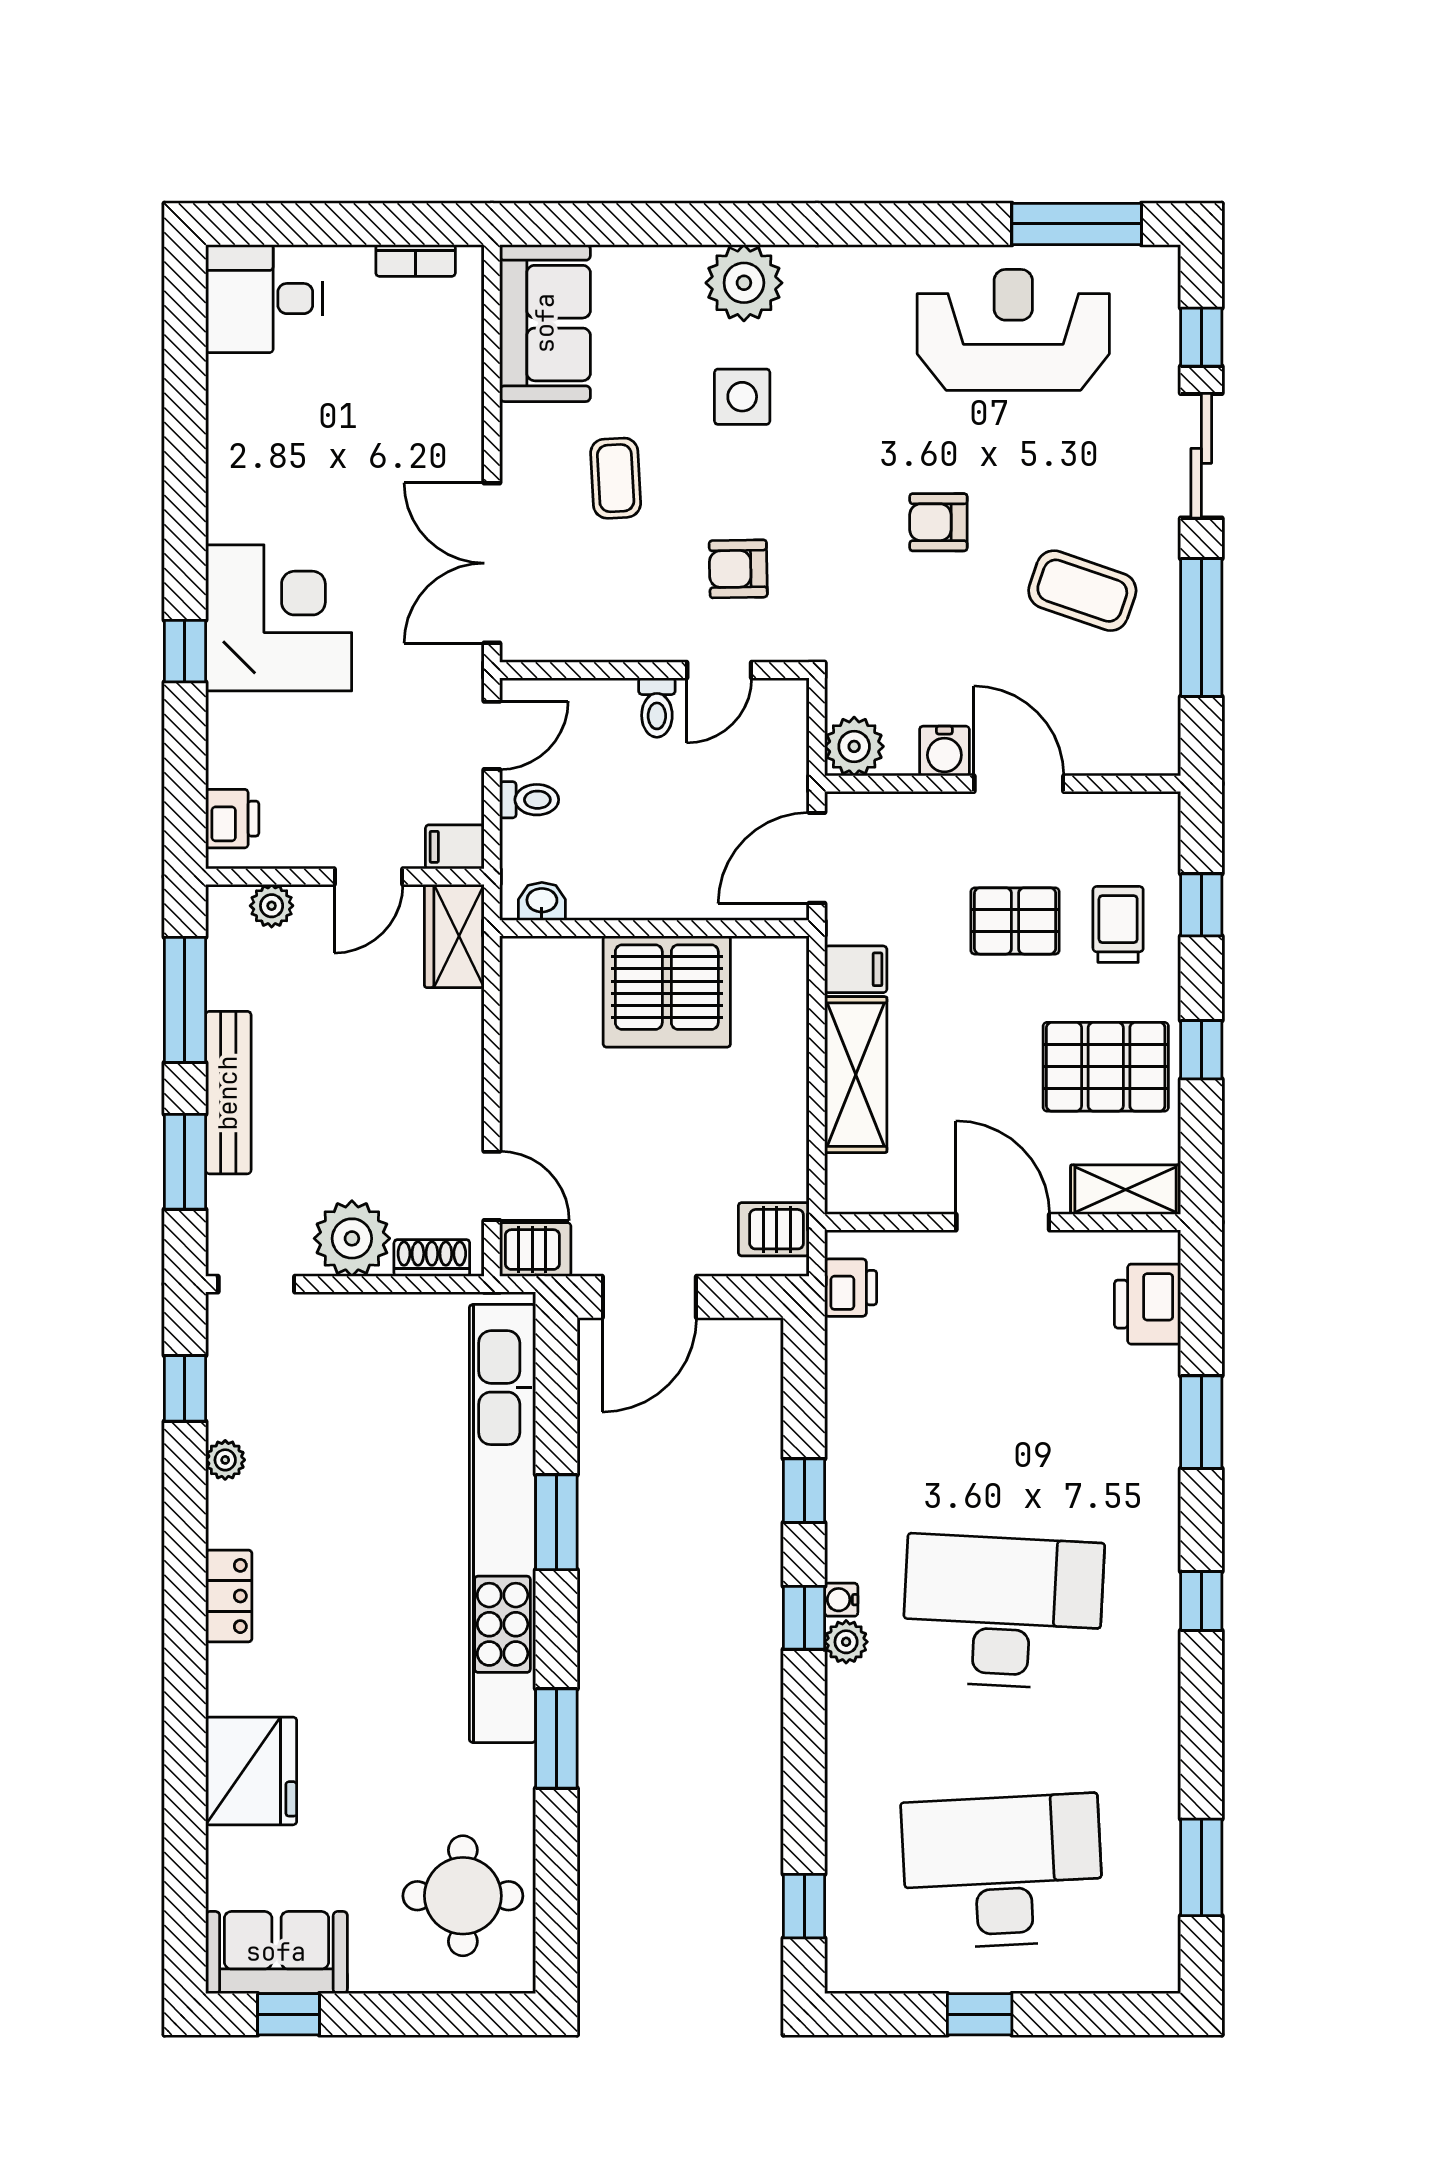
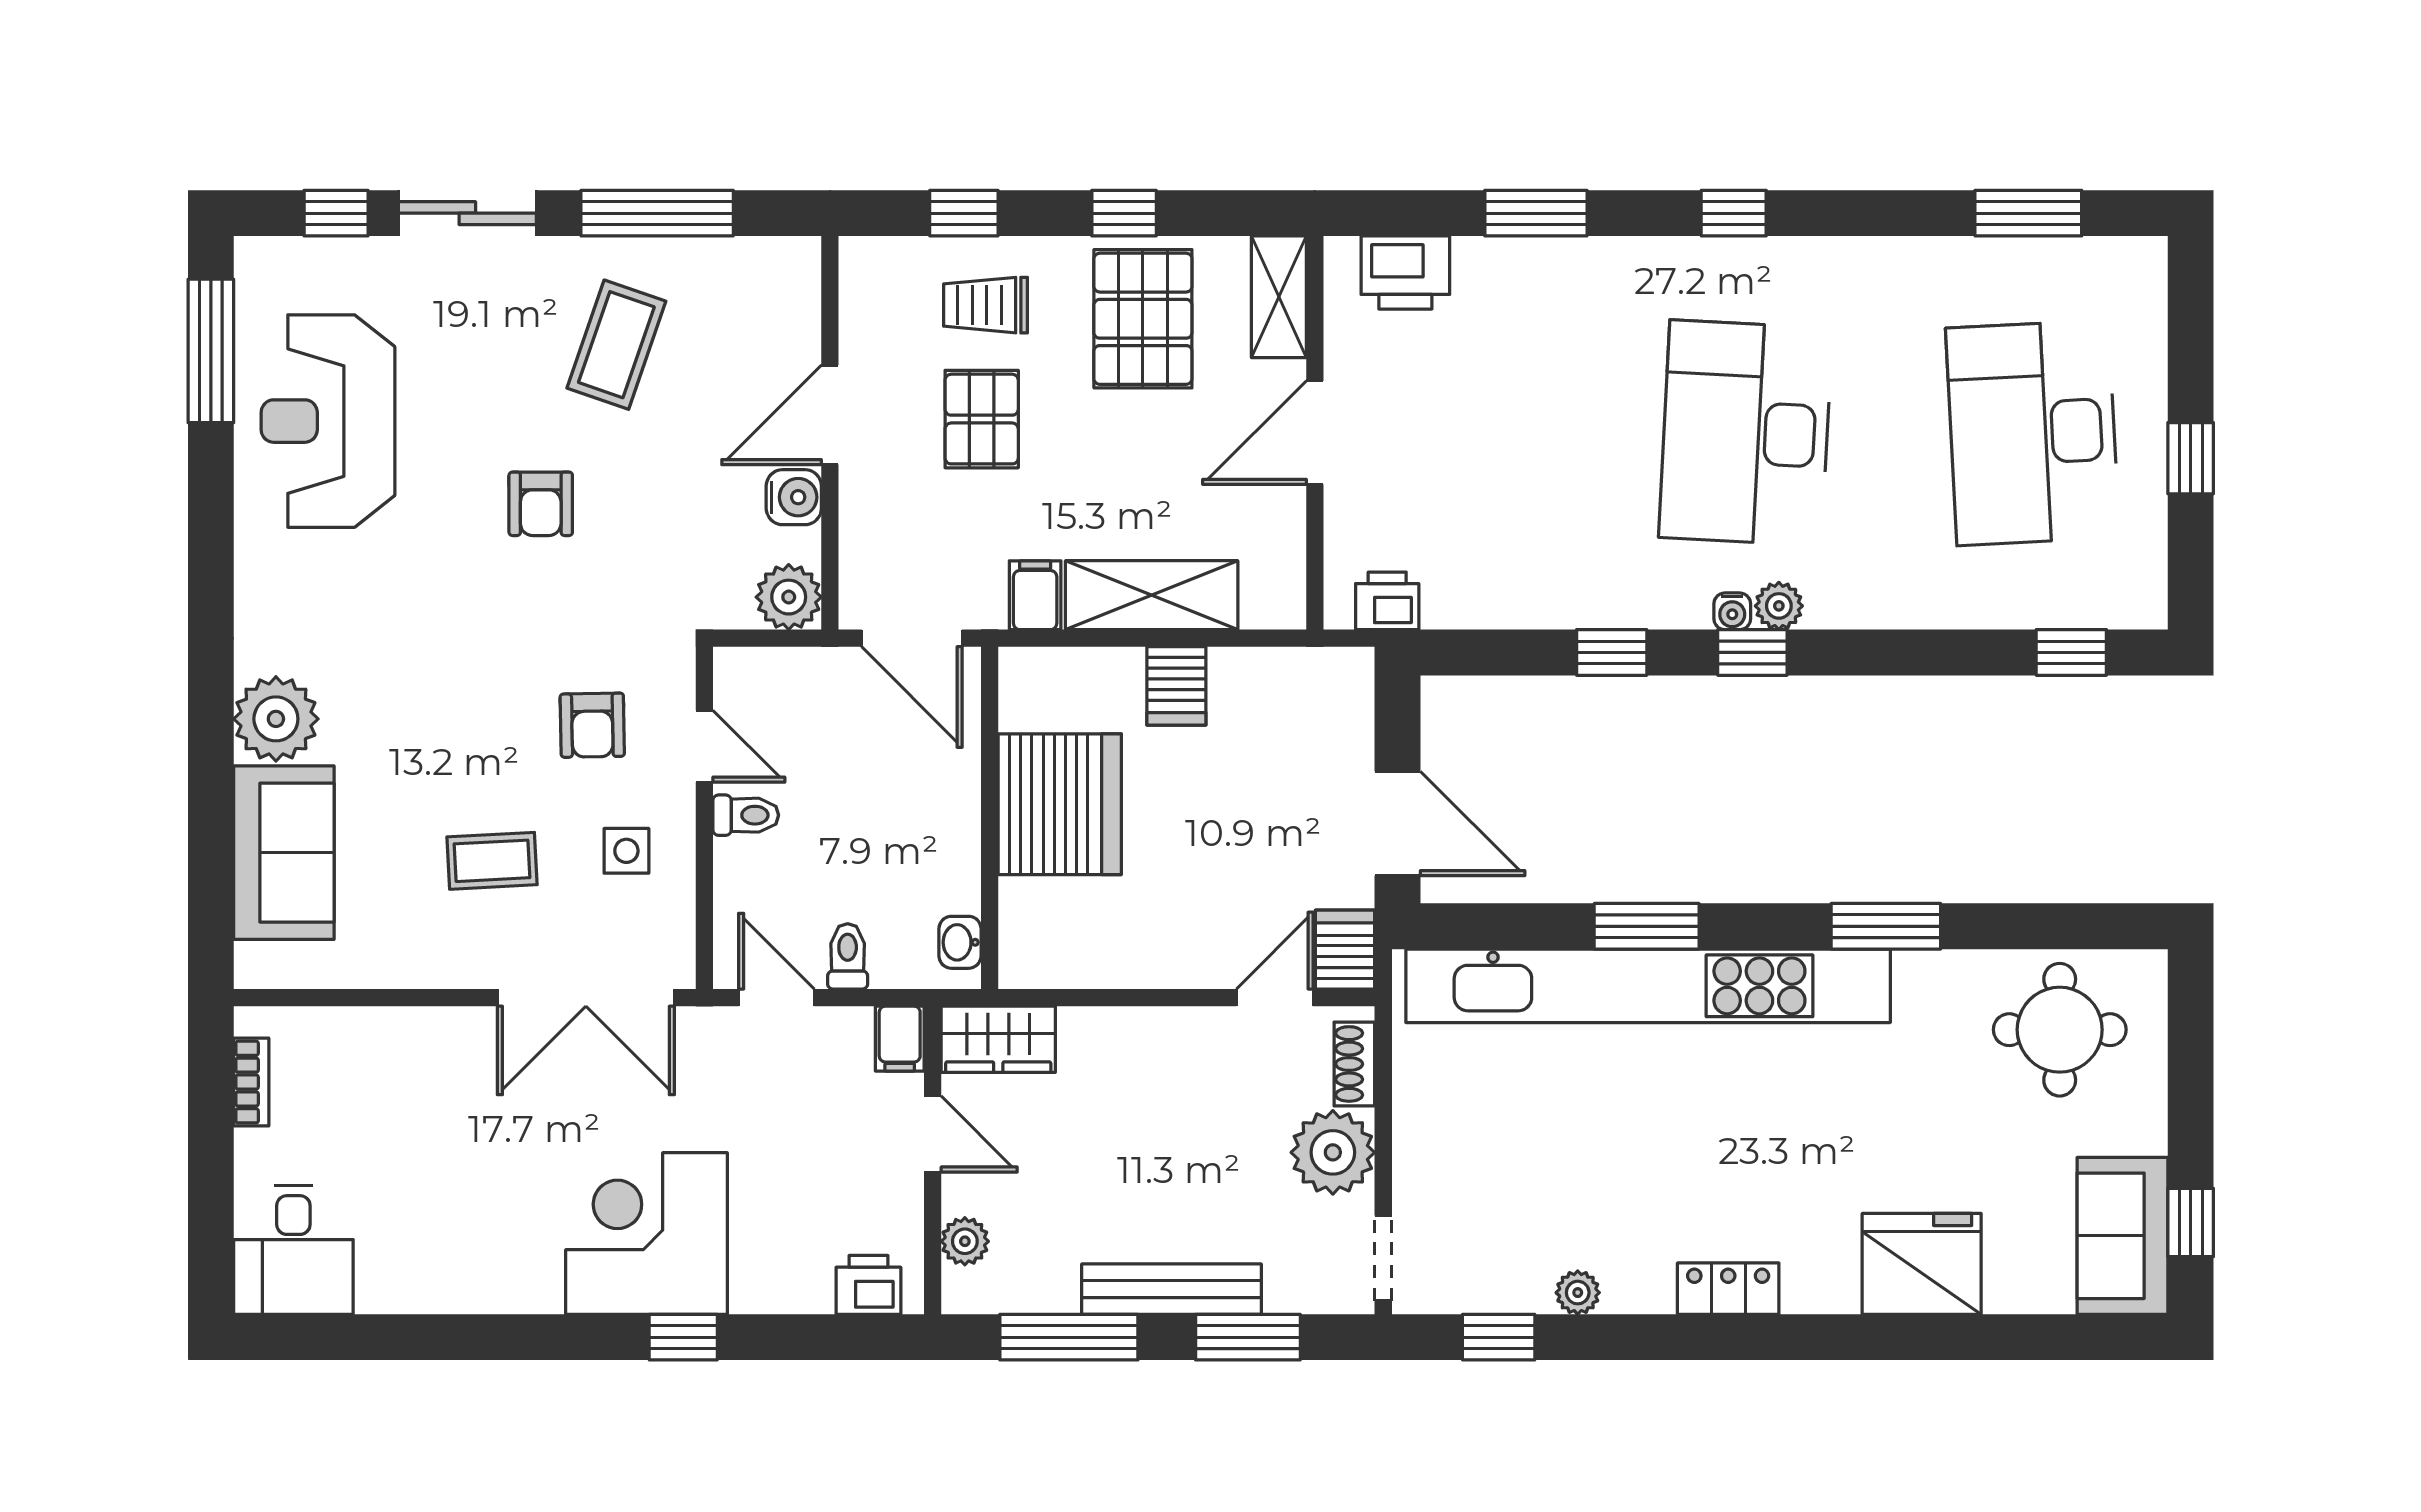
sofa: (545, 323) -> (284, 853), moved, turned 90
side table: (742, 397) -> (626, 851), moved, width x0.73, depth x0.73
server rack: (774, 1229) -> (1176, 686), moved

